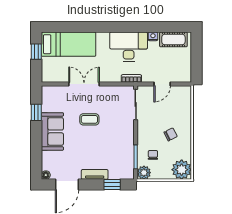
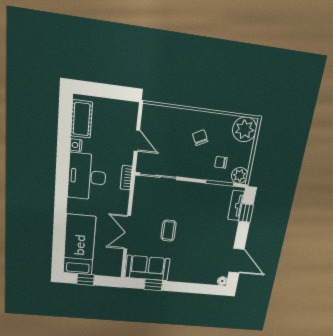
sofa: (52, 131) -> (147, 268), moved
tv unit: (95, 174) -> (236, 205), moved

